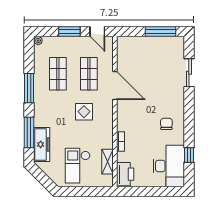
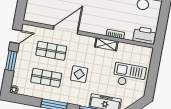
display table: (84, 112) -> (79, 74), moved
shelving: (107, 162) -> (106, 44), moved
checkout: (78, 166) -> (129, 75), turned 180

